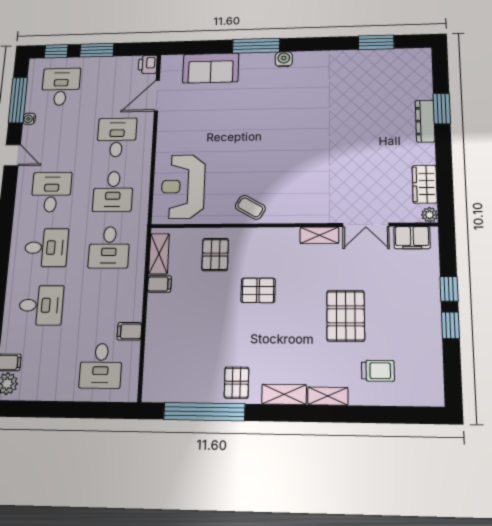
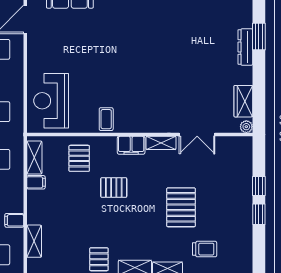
coffee table: (250, 207) -> (106, 119), turned 60
filing cabinet: (412, 238) -> (131, 145), moved
shelving: (153, 358) -> (34, 241), added

